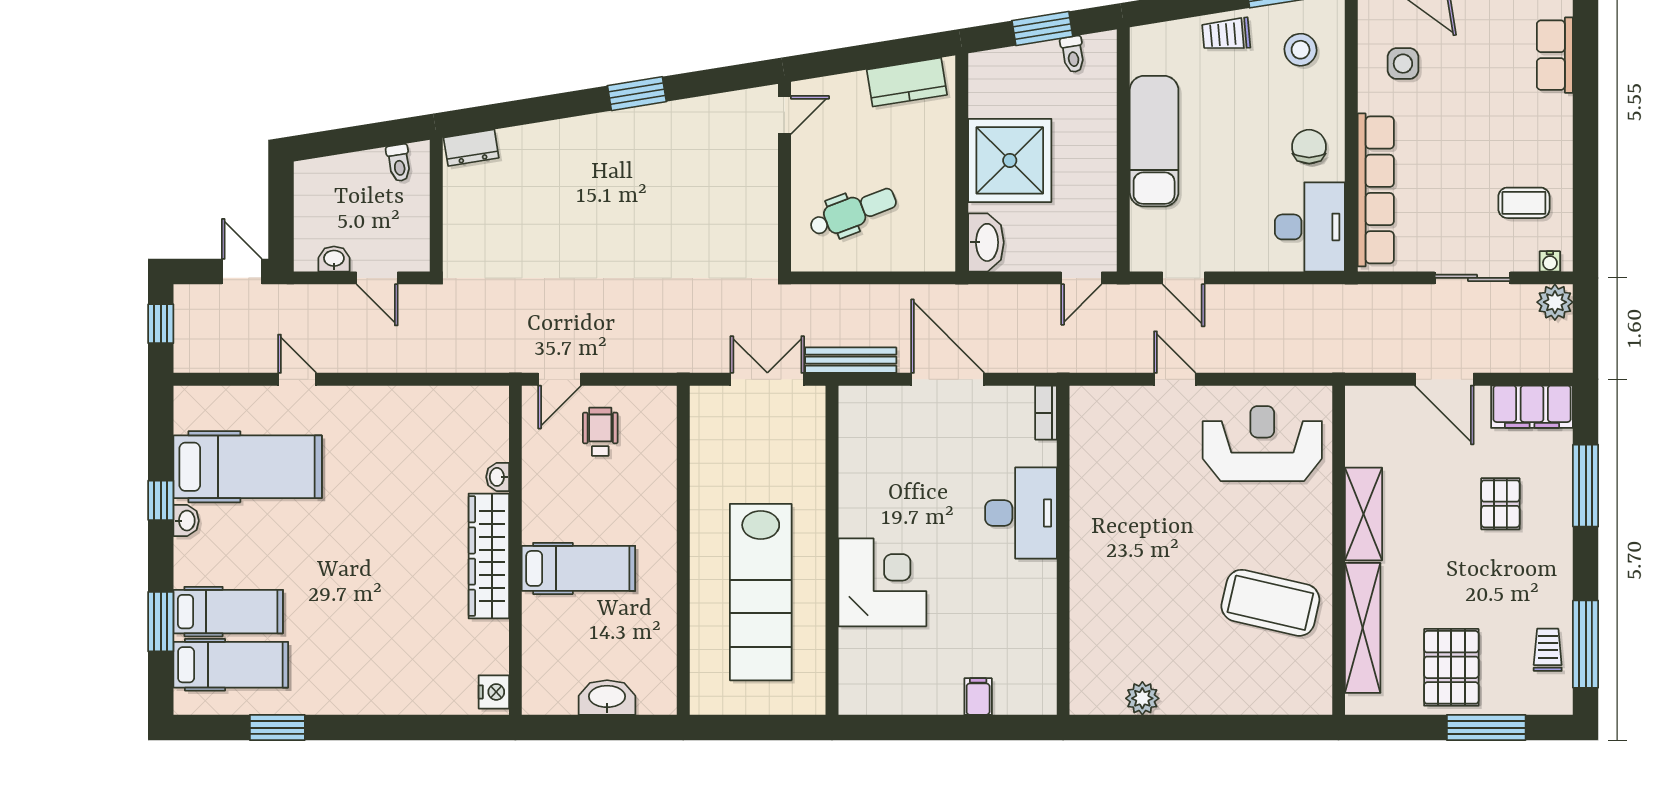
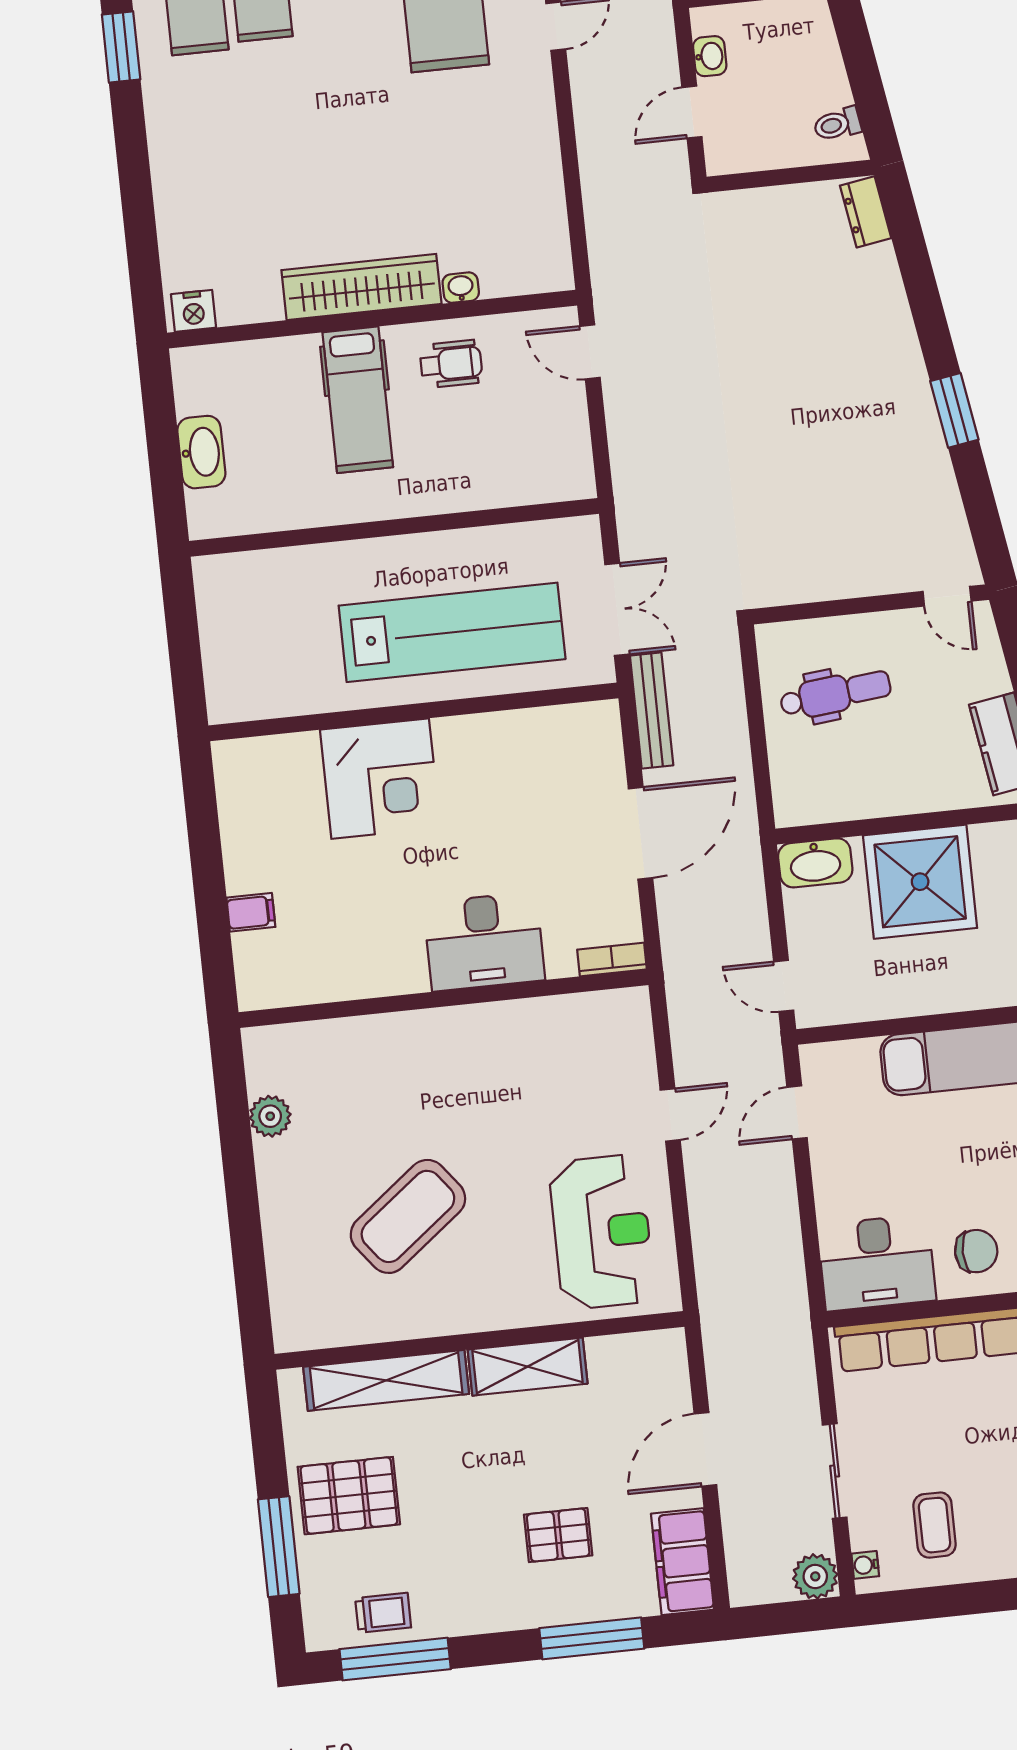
dental chair: (853, 212) -> (835, 694), turned -75
wheelchair: (600, 432) -> (451, 364), moved
lab bench: (761, 592) -> (452, 632), moved, turned 180
coffee table: (1270, 603) -> (408, 1216), moved, turned 39

